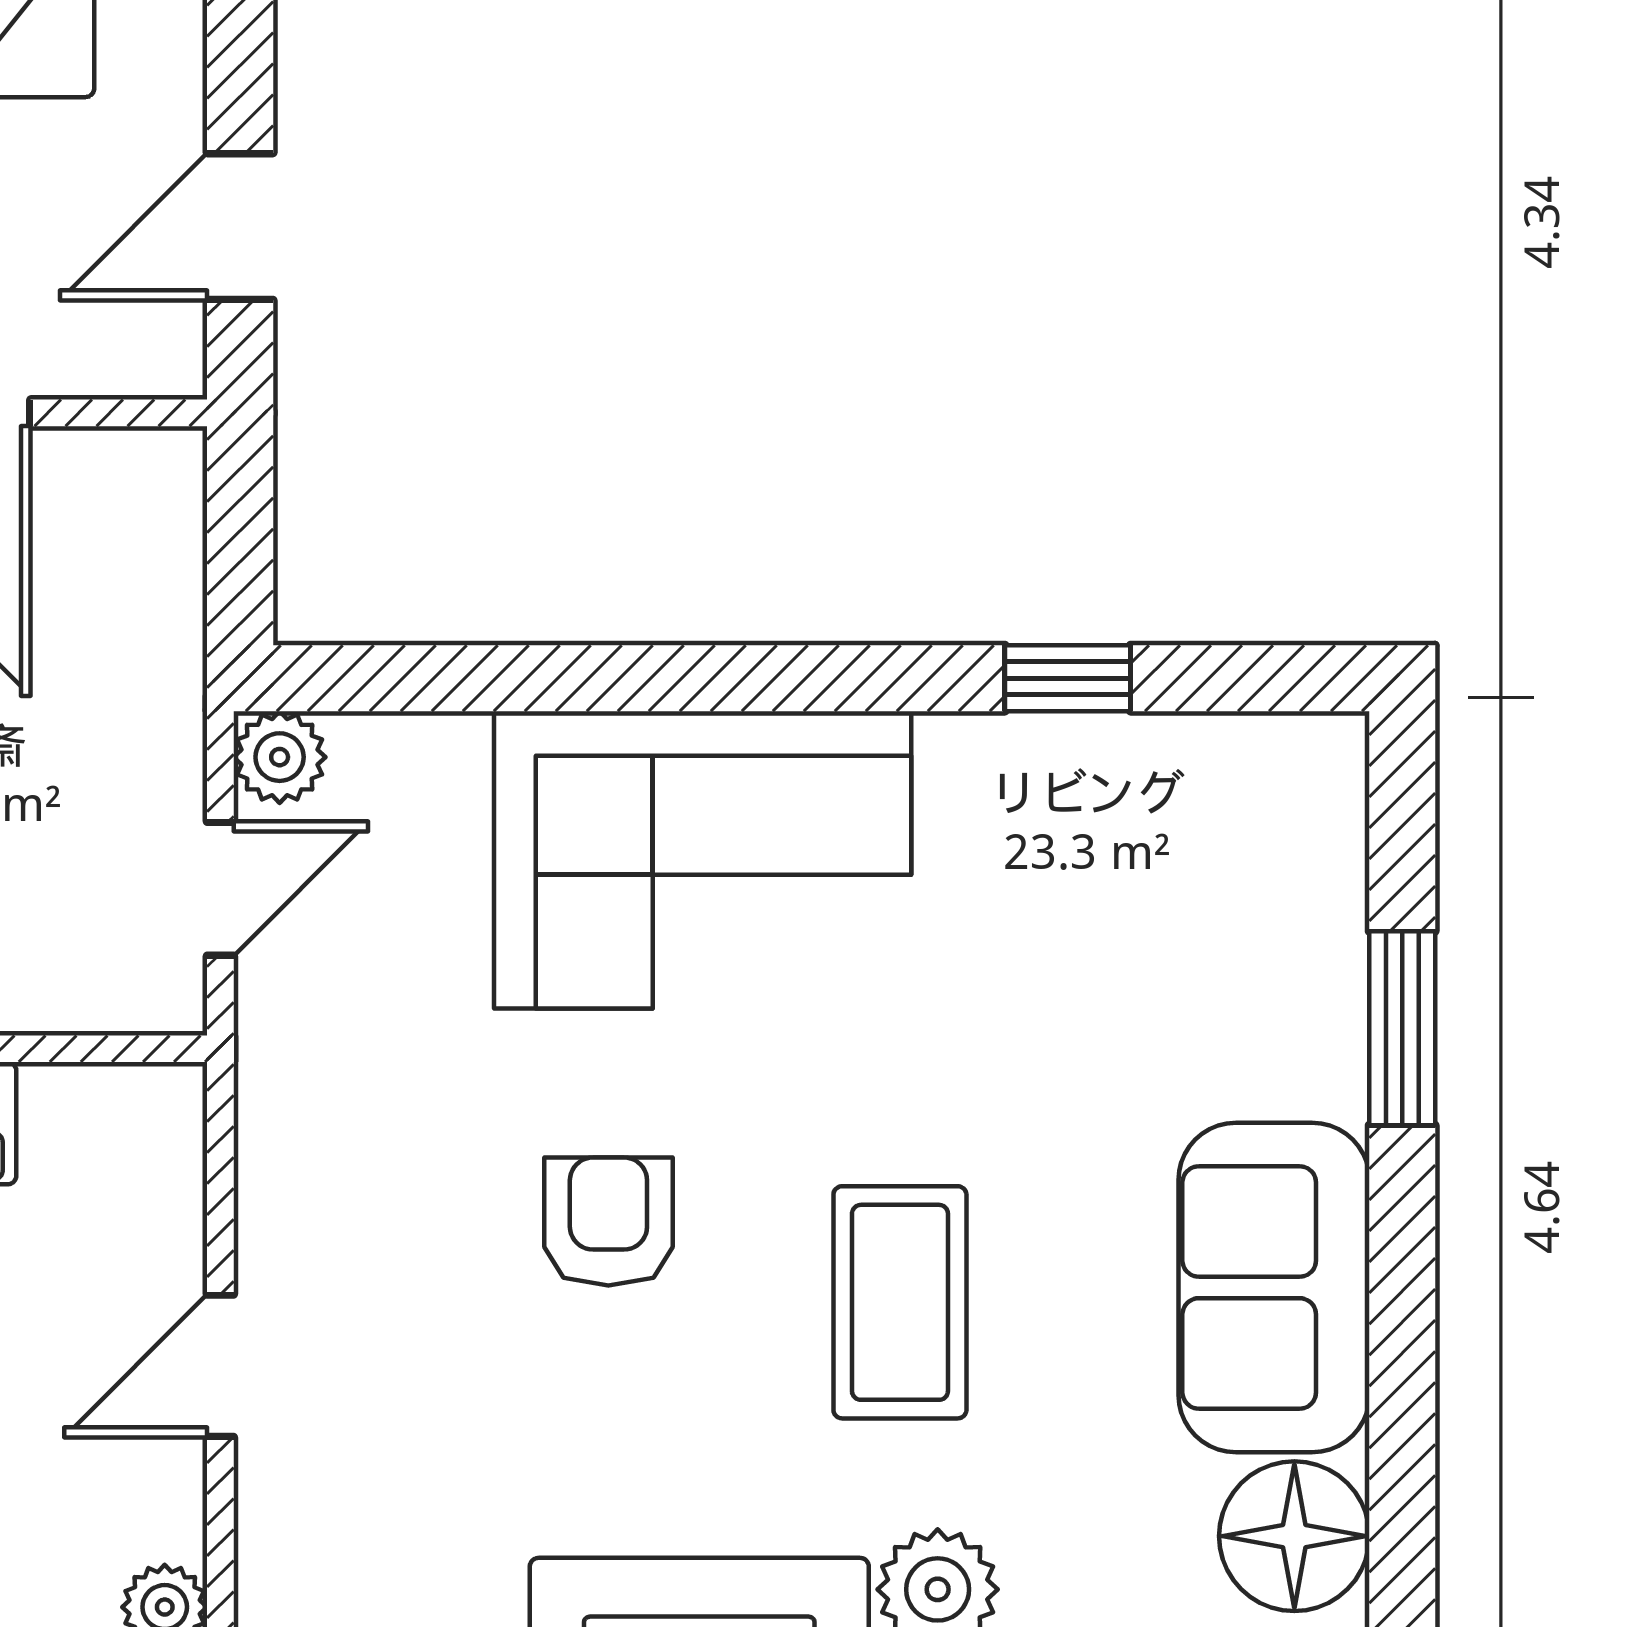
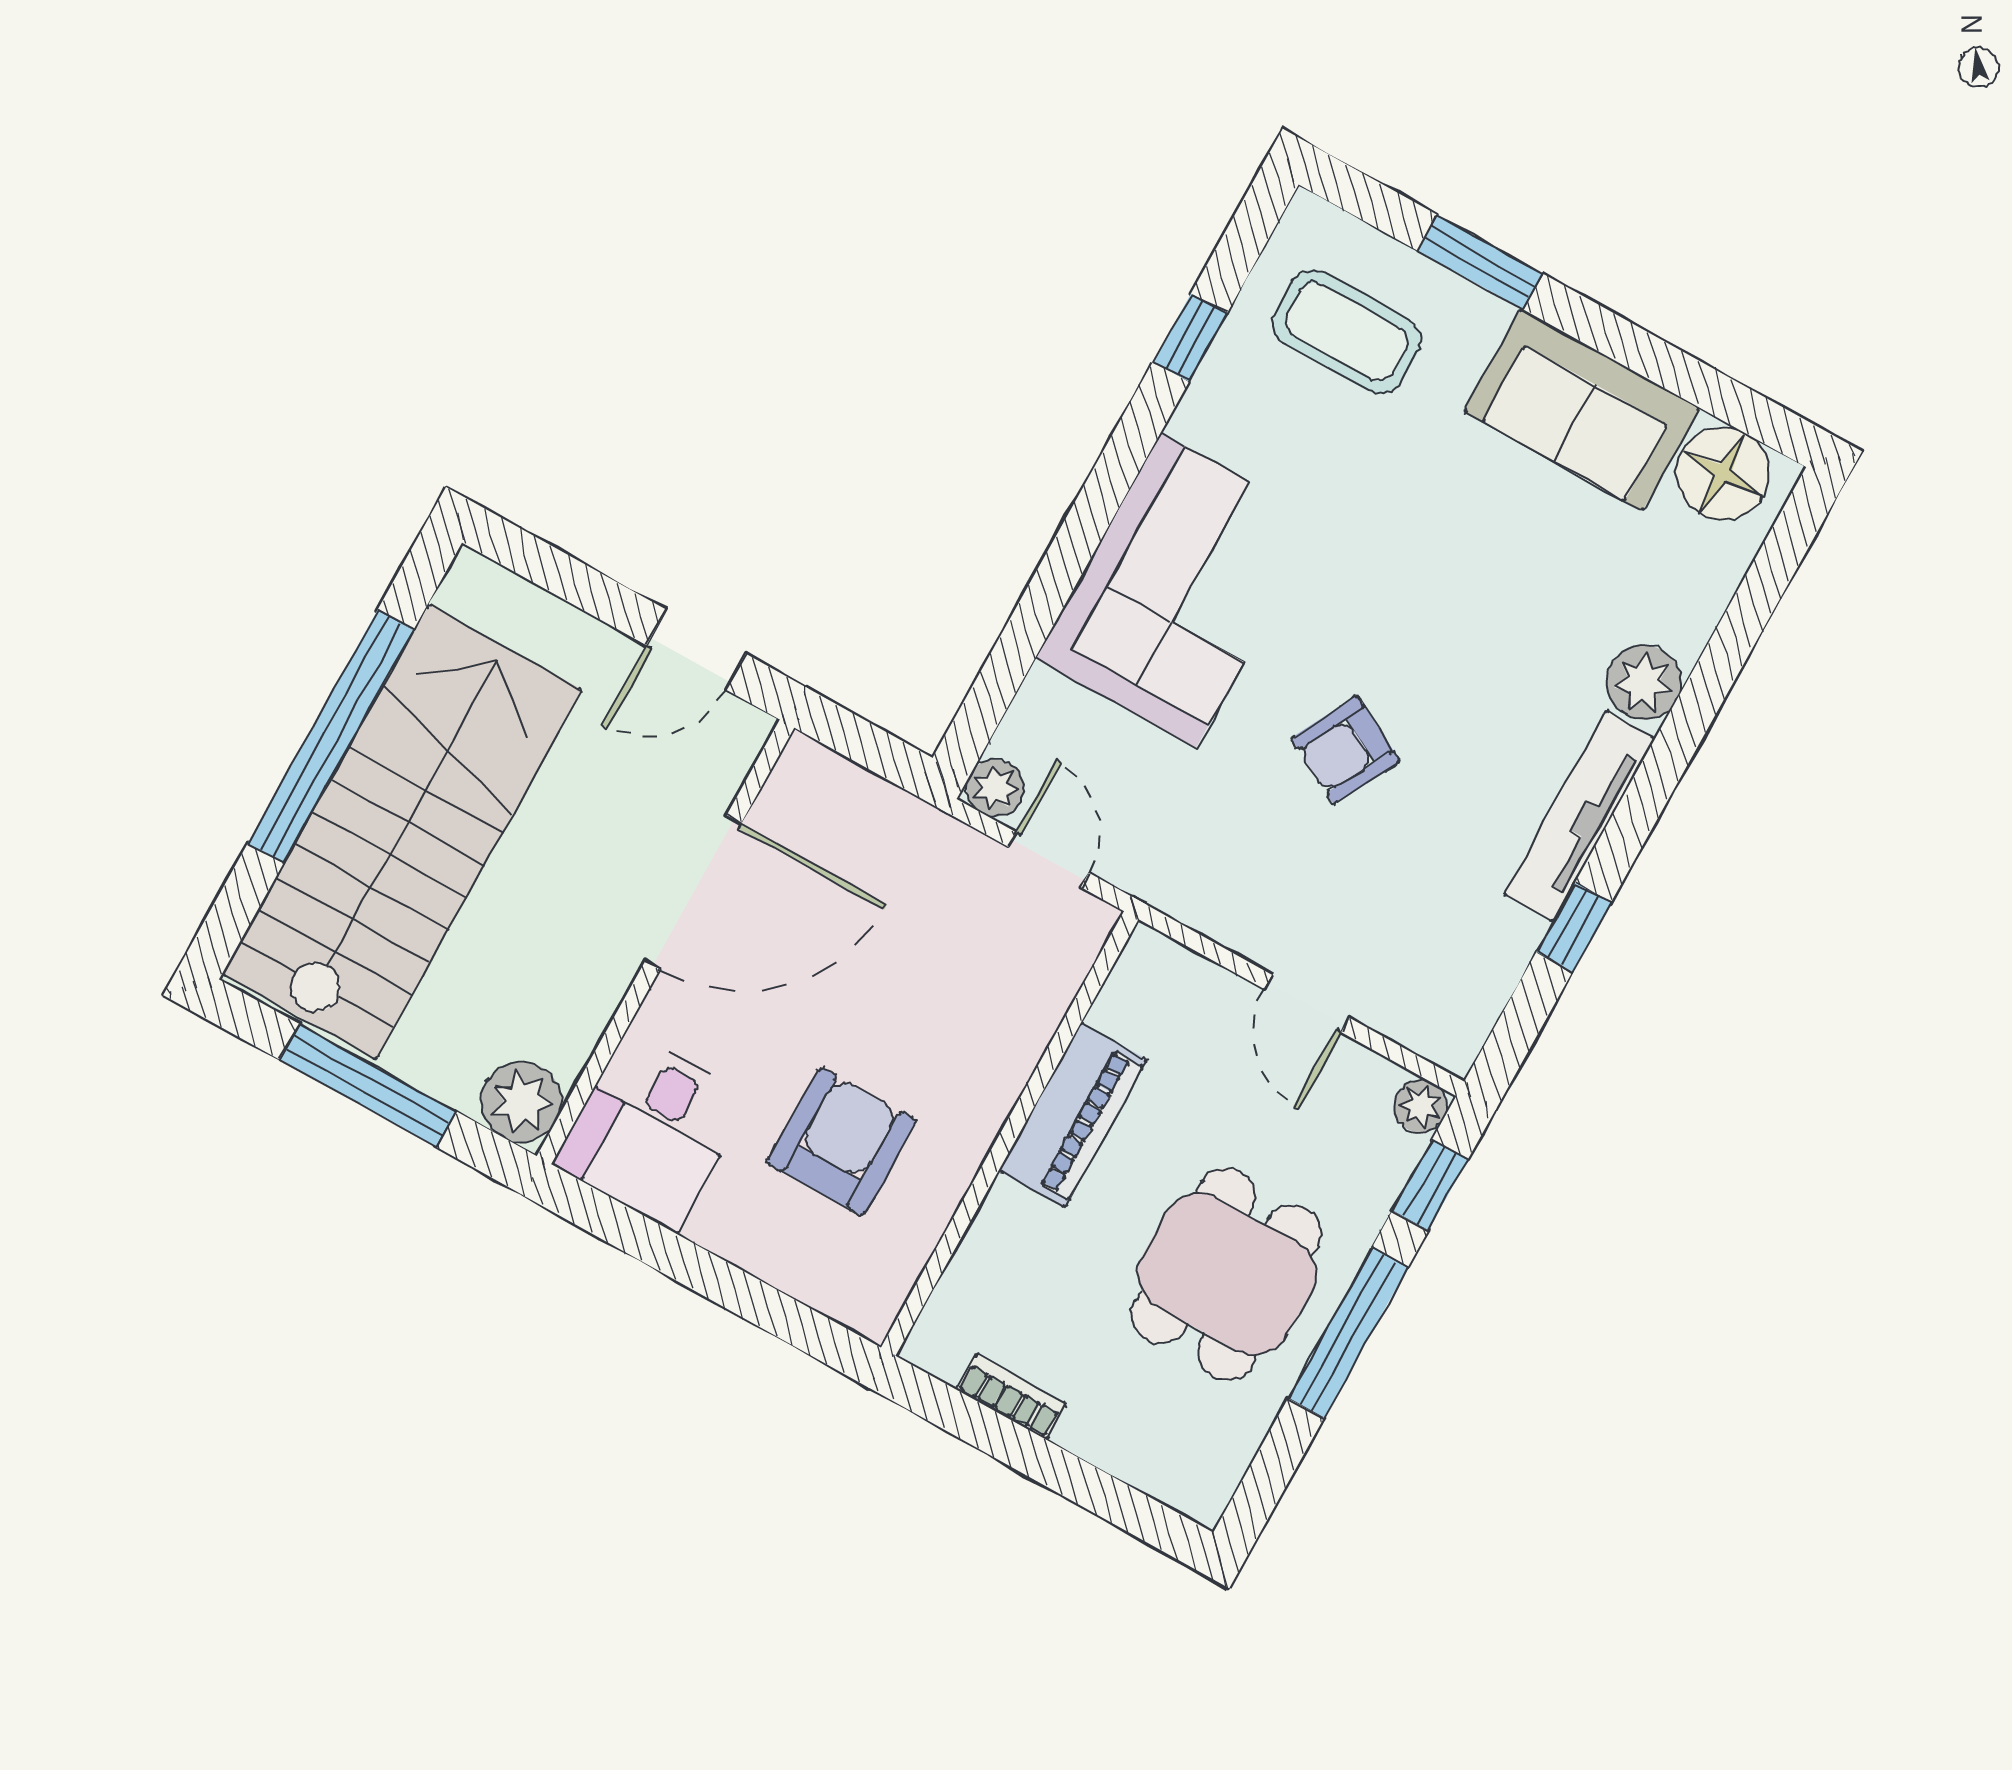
door: (240, 227) -> (696, 650), hinge flipped
armchair: (608, 1222) -> (1346, 750), turned -62
coffee table: (900, 1302) -> (1347, 332), moved

